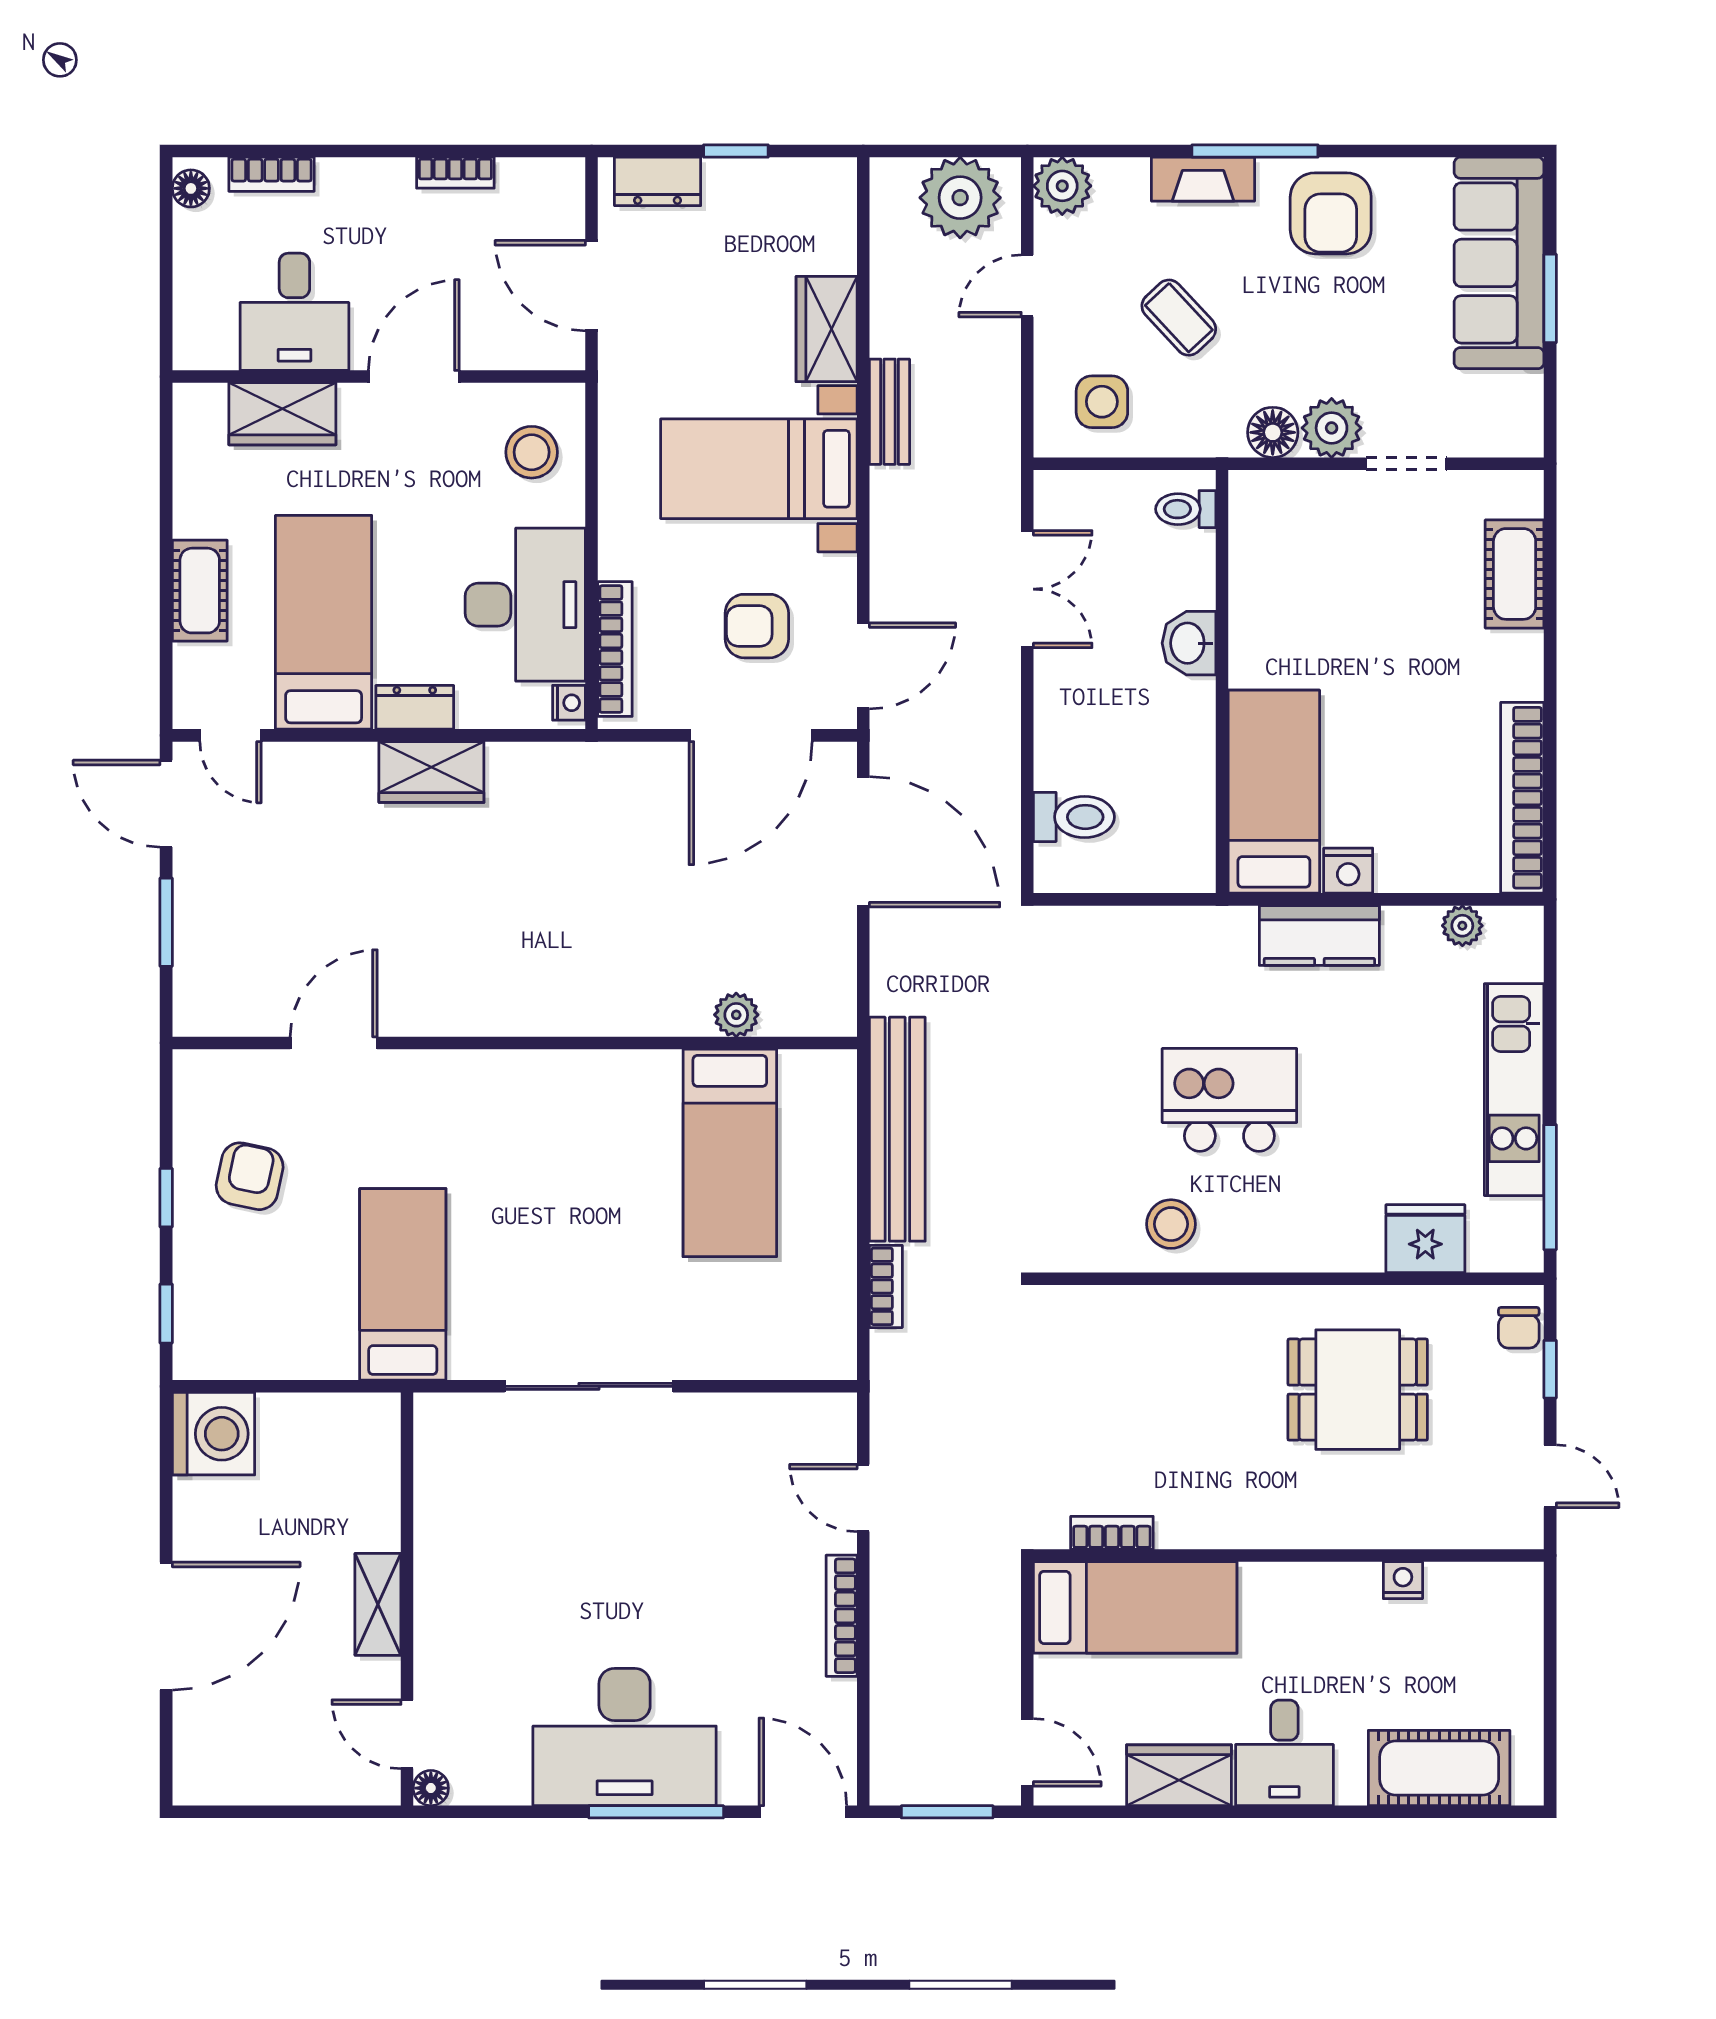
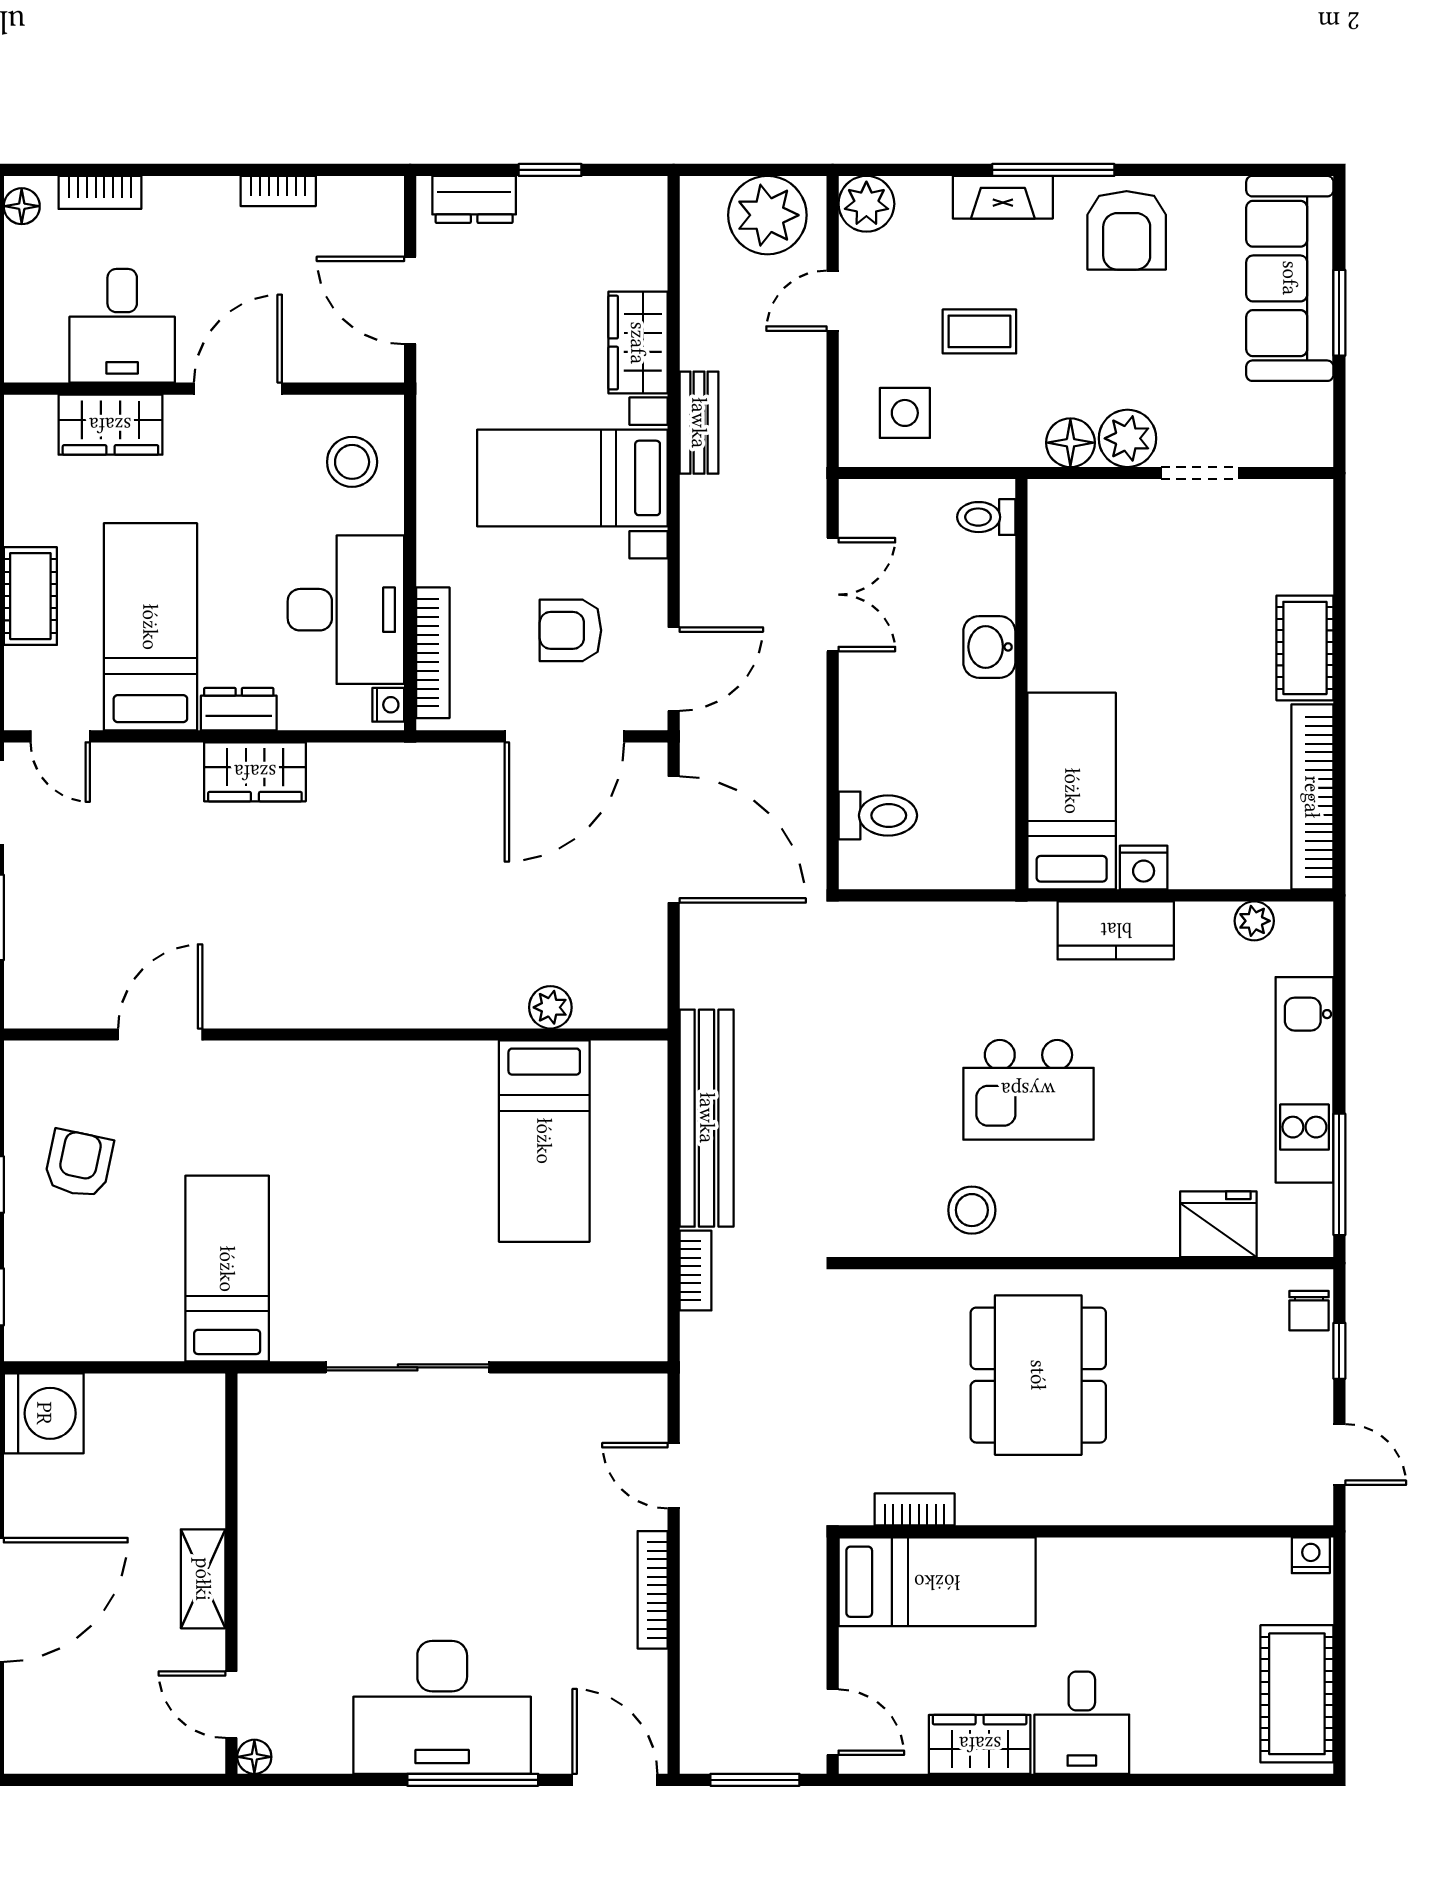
coffee table: (1179, 318) -> (979, 331), turned -47
cot: (1515, 574) -> (1305, 648), moved
kitchen island: (1229, 1100) -> (1028, 1090), turned 180
dining table: (1358, 1390) -> (1038, 1375), moved, width x1.38
nightstand: (1403, 1580) -> (1311, 1555), moved
cot: (1439, 1768) -> (1297, 1694), moved, turned 90

